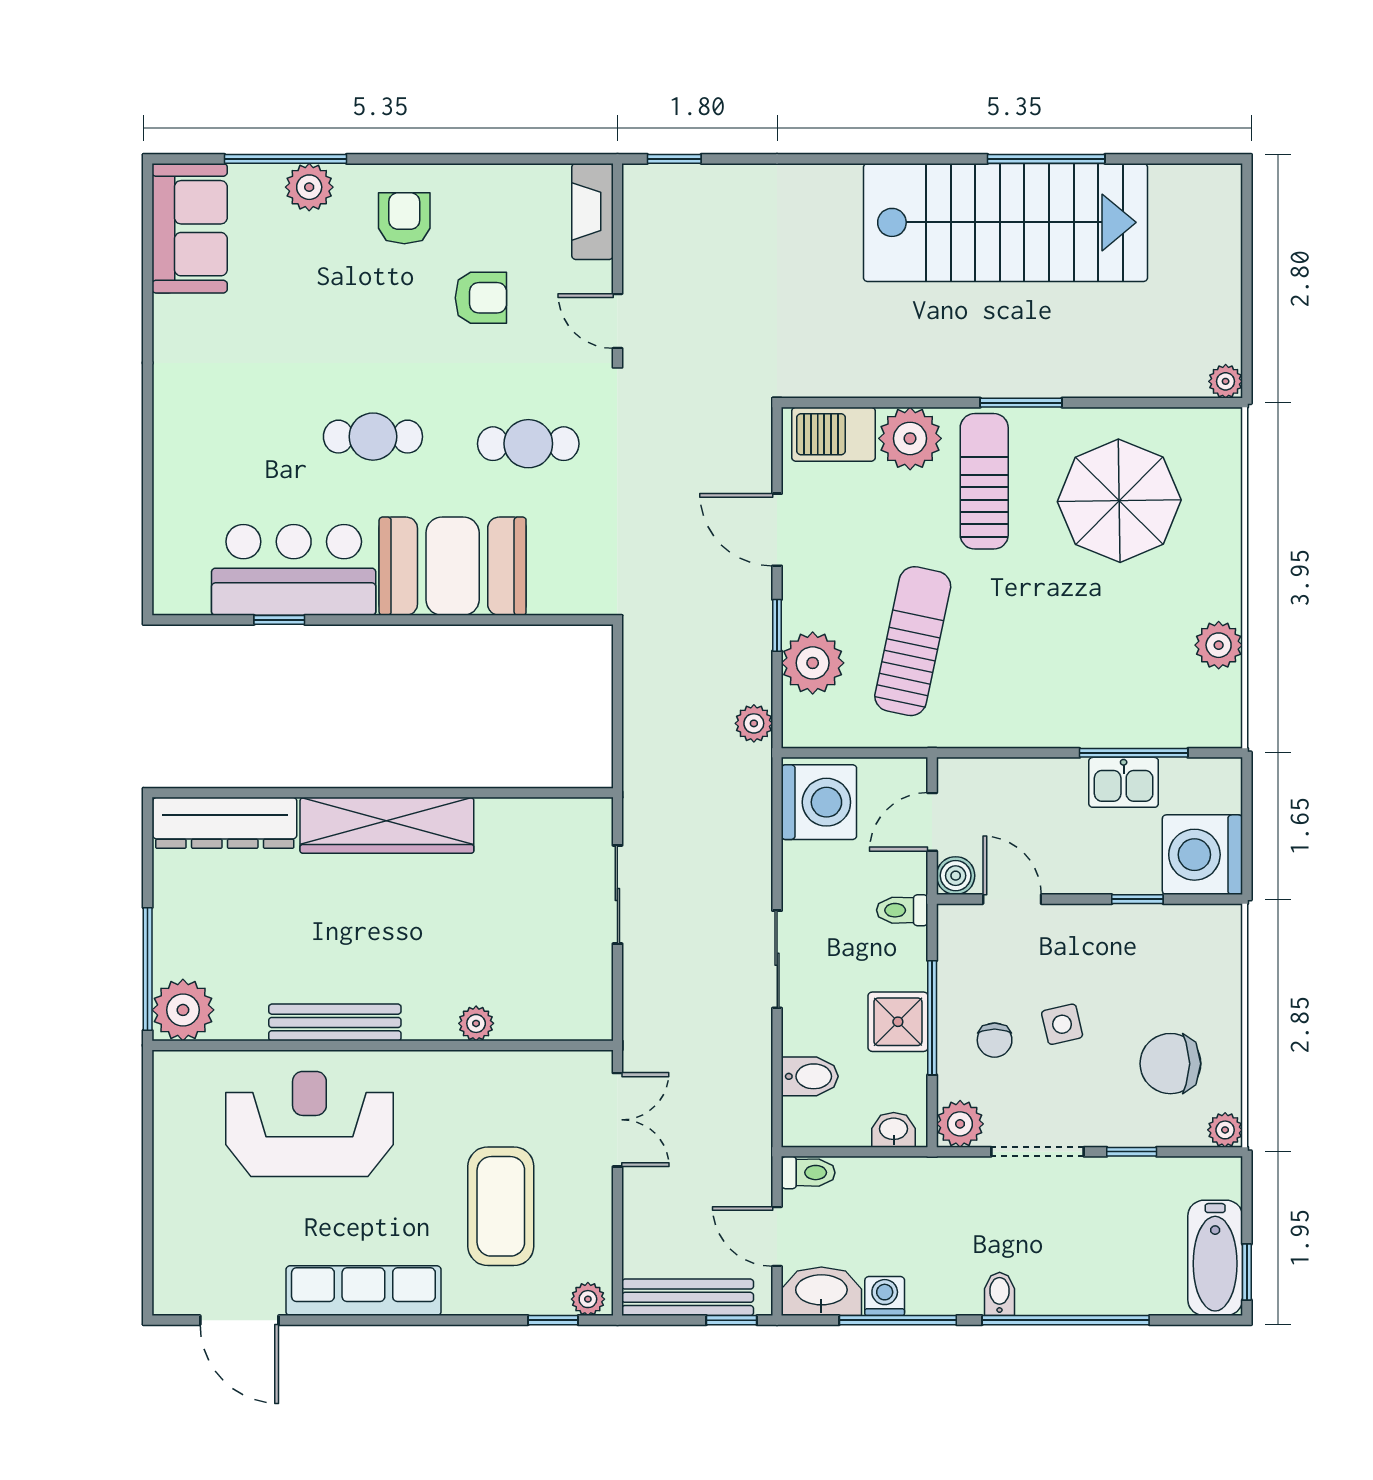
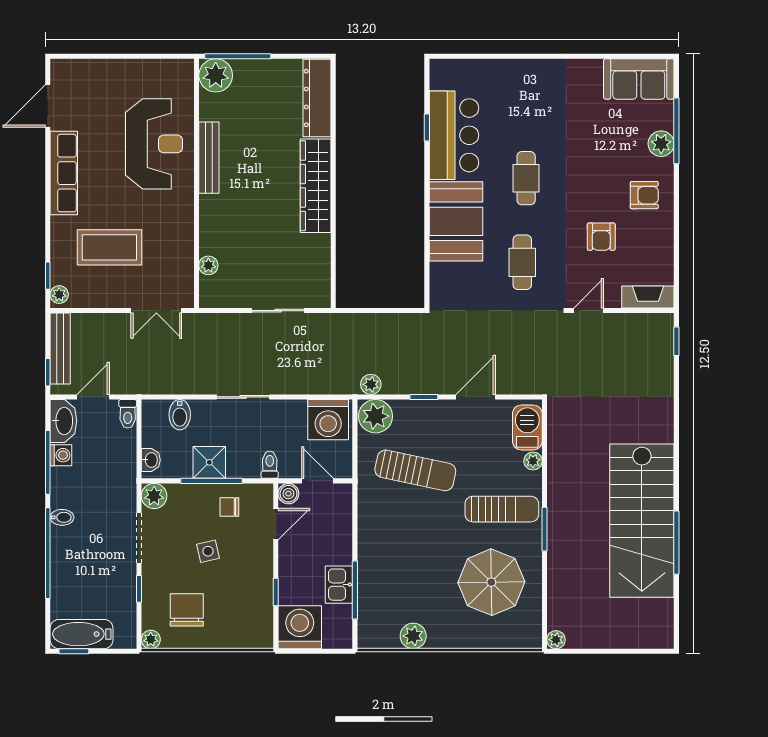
plant: (910, 438) -> (533, 461), width x0.53, depth x0.53
plant: (813, 663) -> (376, 416), moved
plant: (476, 1023) -> (208, 265), moved
chair: (995, 1040) -> (229, 507), moved

